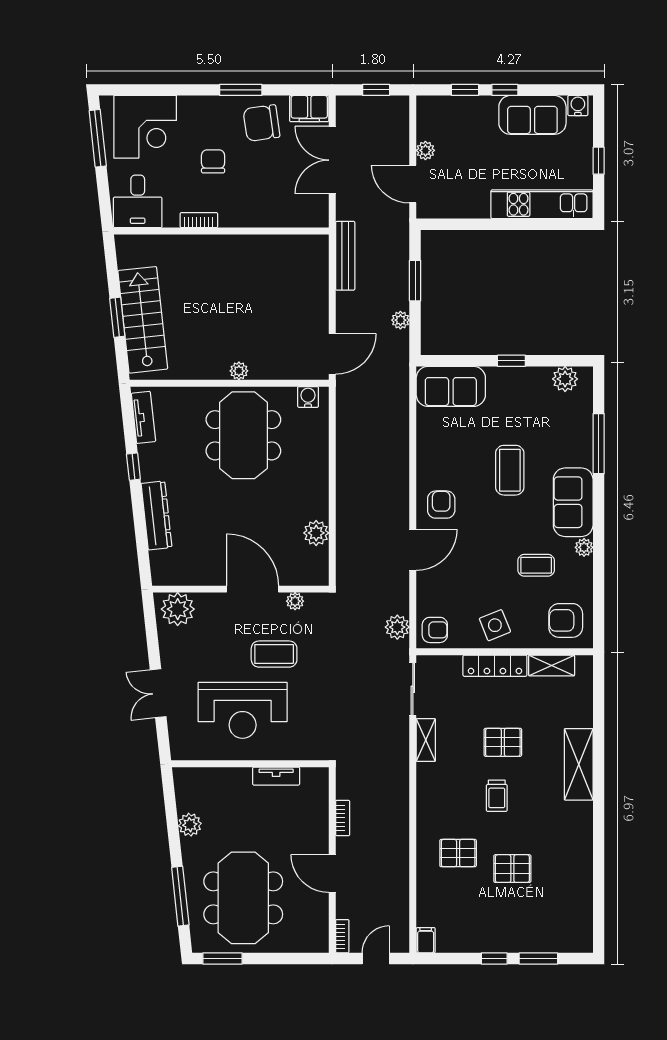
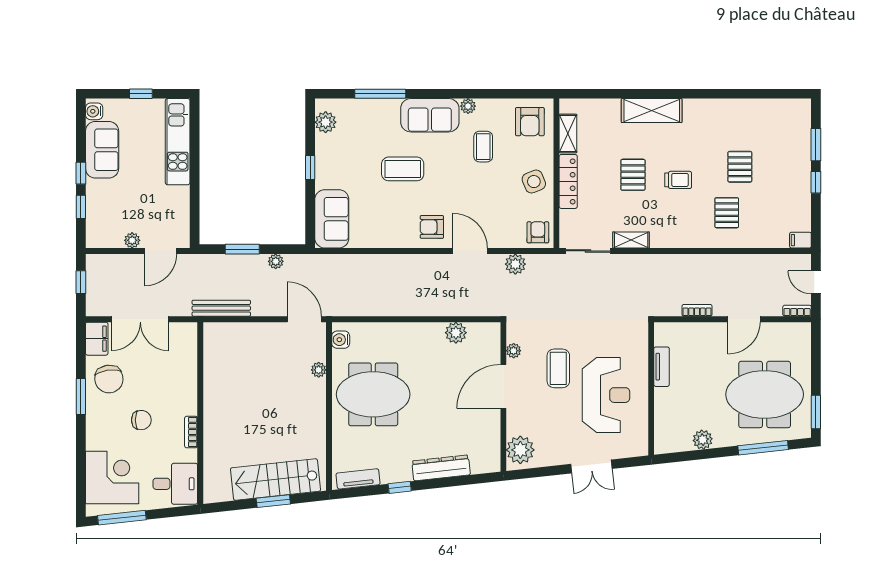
chair: (213, 161) -> (141, 420), turned 180
plant: (239, 371) -> (319, 370), moved
plant: (397, 627) -> (515, 264), moved

